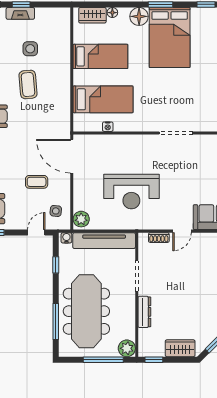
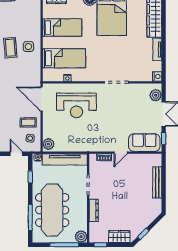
side table: (30, 49) -> (28, 47), moved
coffee table: (37, 182) -> (28, 122), moved
reception desk: (131, 192) -> (76, 105), moved
door: (36, 233) -> (16, 154), hinge flipped

